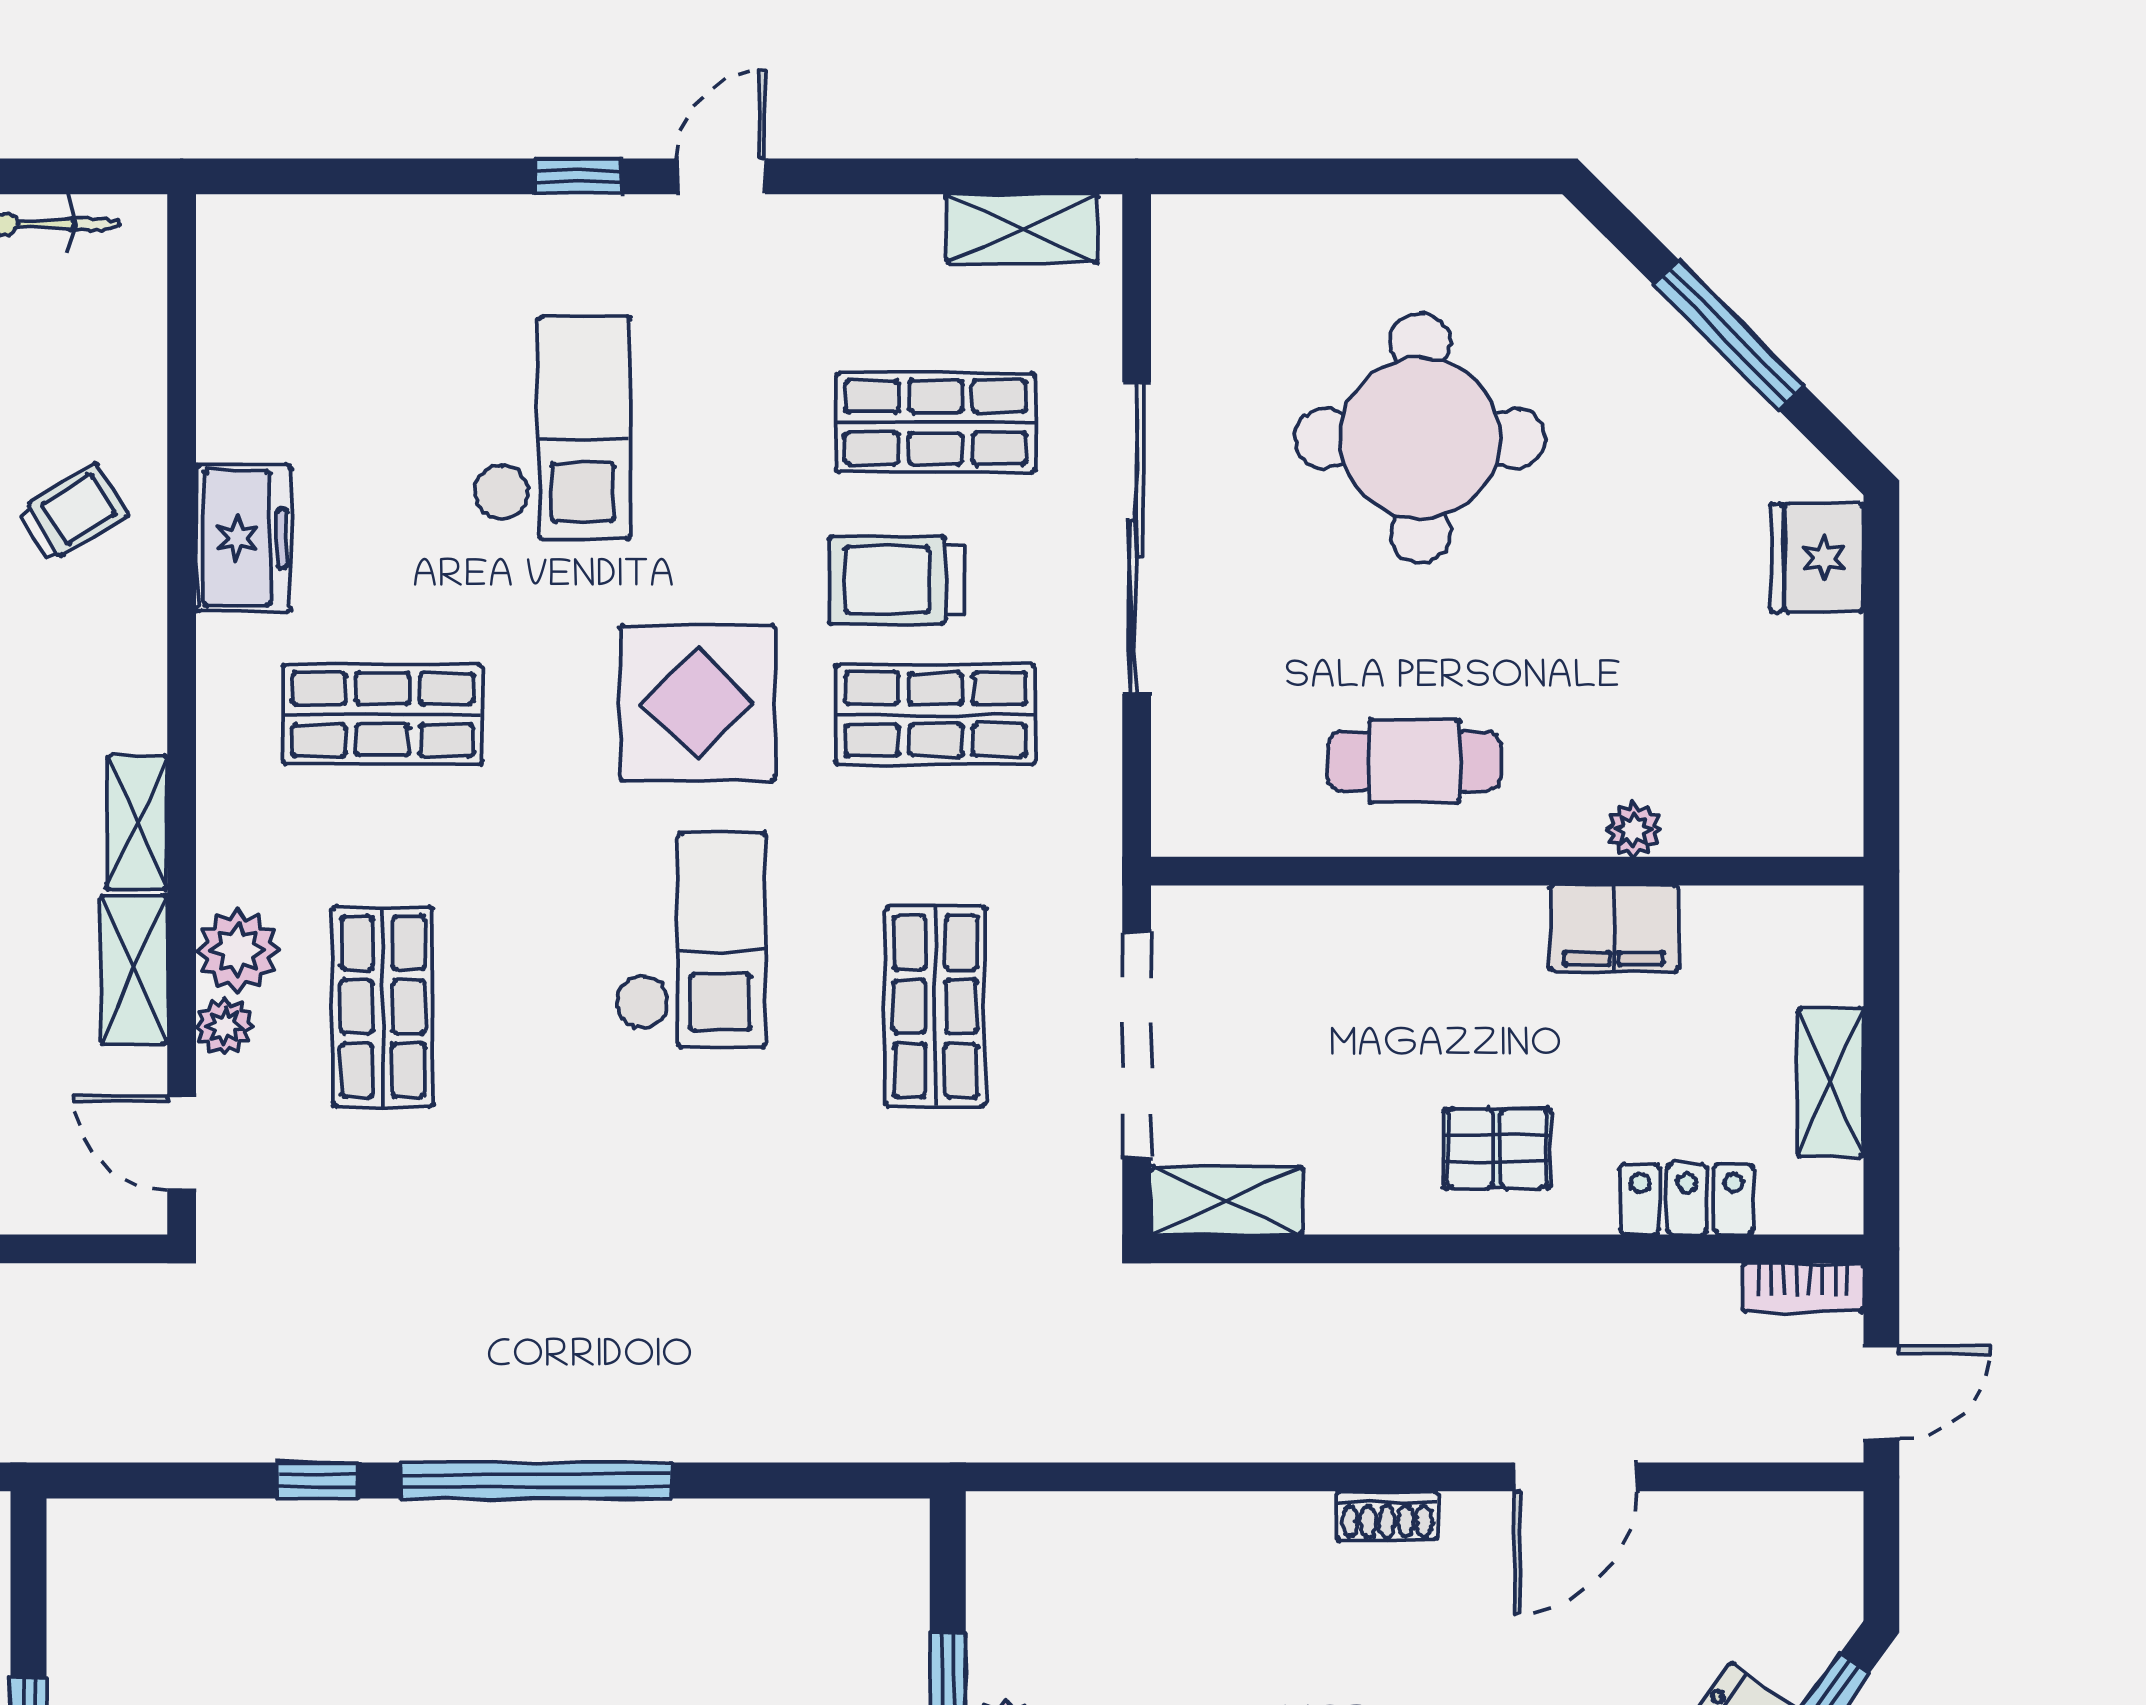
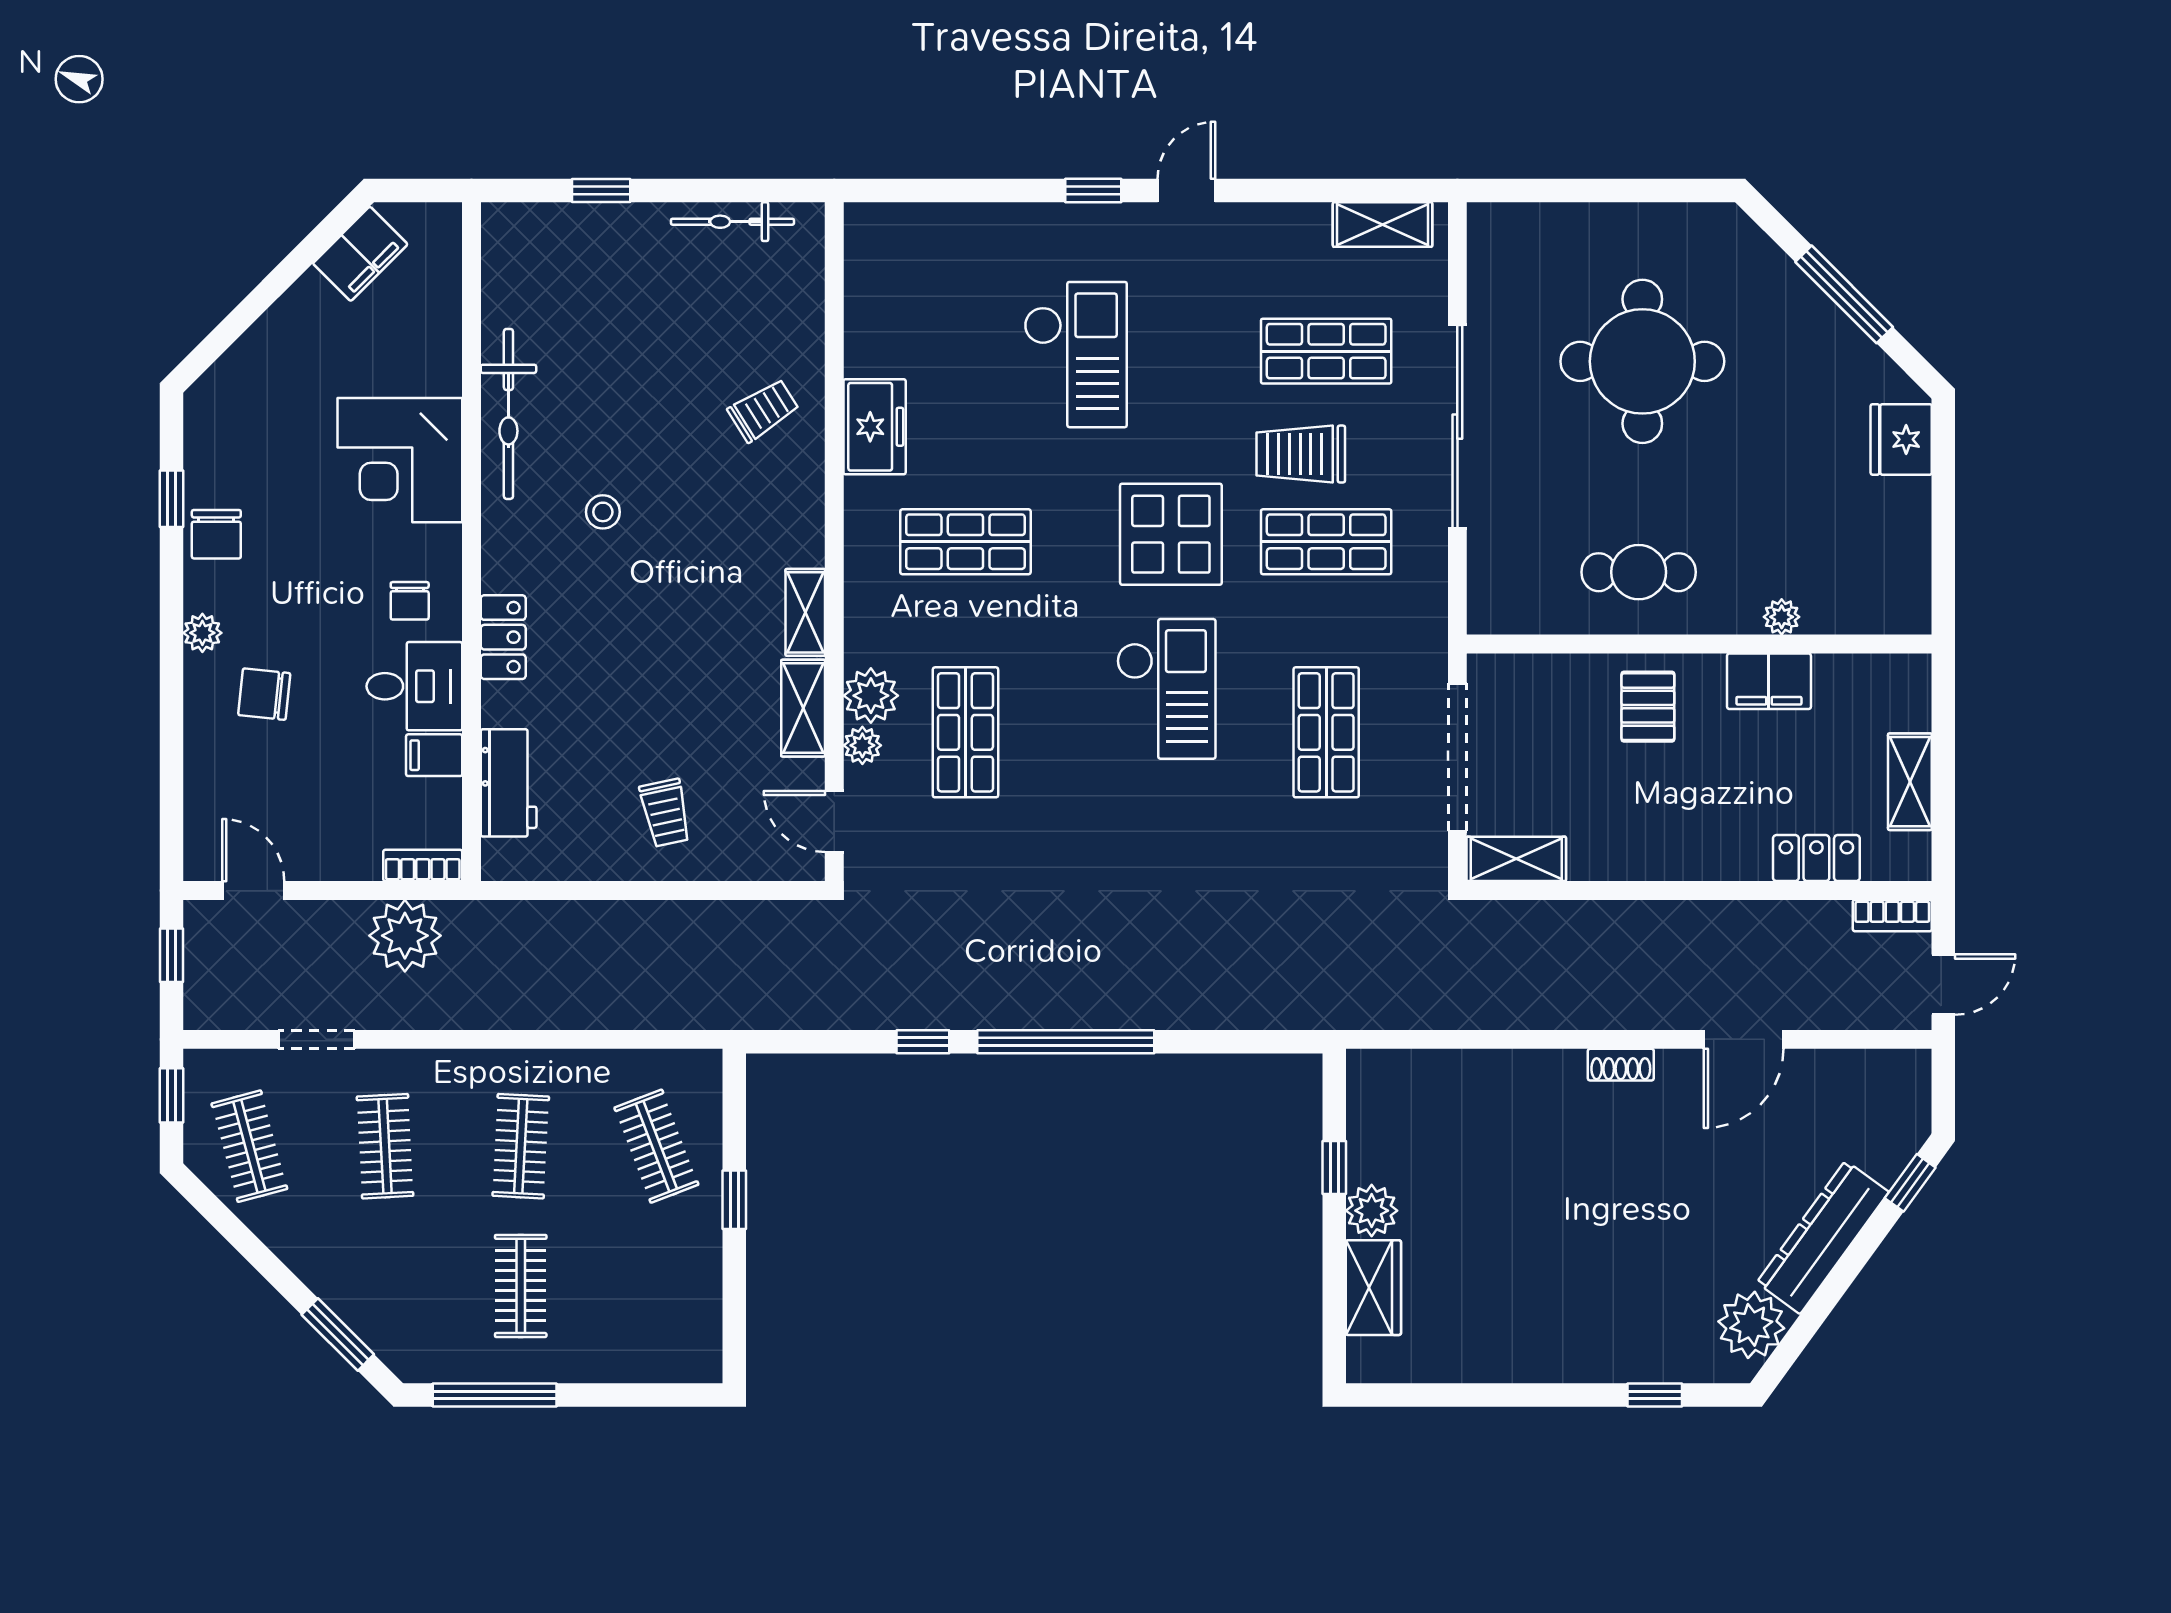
pallet: (1497, 1148) -> (1648, 707), moved, turned 90

